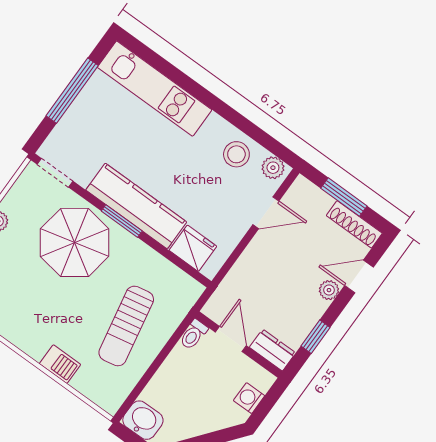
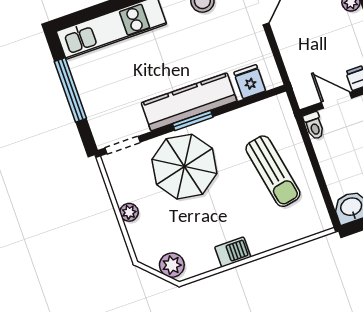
fridge: (193, 248) -> (250, 82), width x0.72
barbecue: (60, 364) -> (233, 252), moved

